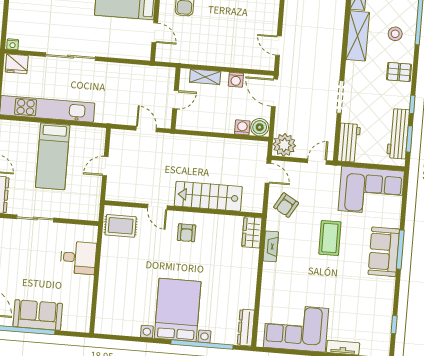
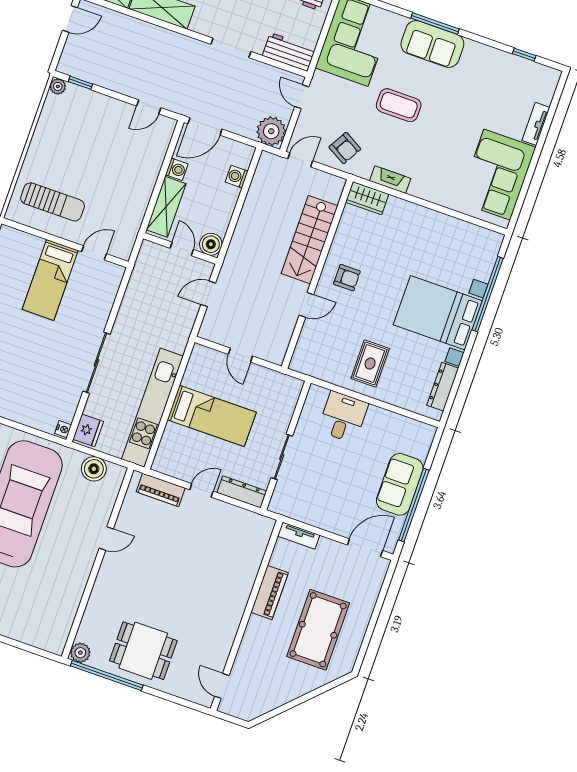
shelving: (205, 77) -> (166, 207), width x1.50, depth x1.33
boiler: (260, 127) -> (211, 244), moved
rug: (121, 226) -> (370, 363), moved
dresser: (246, 328) -> (443, 387), moved, turned 90

